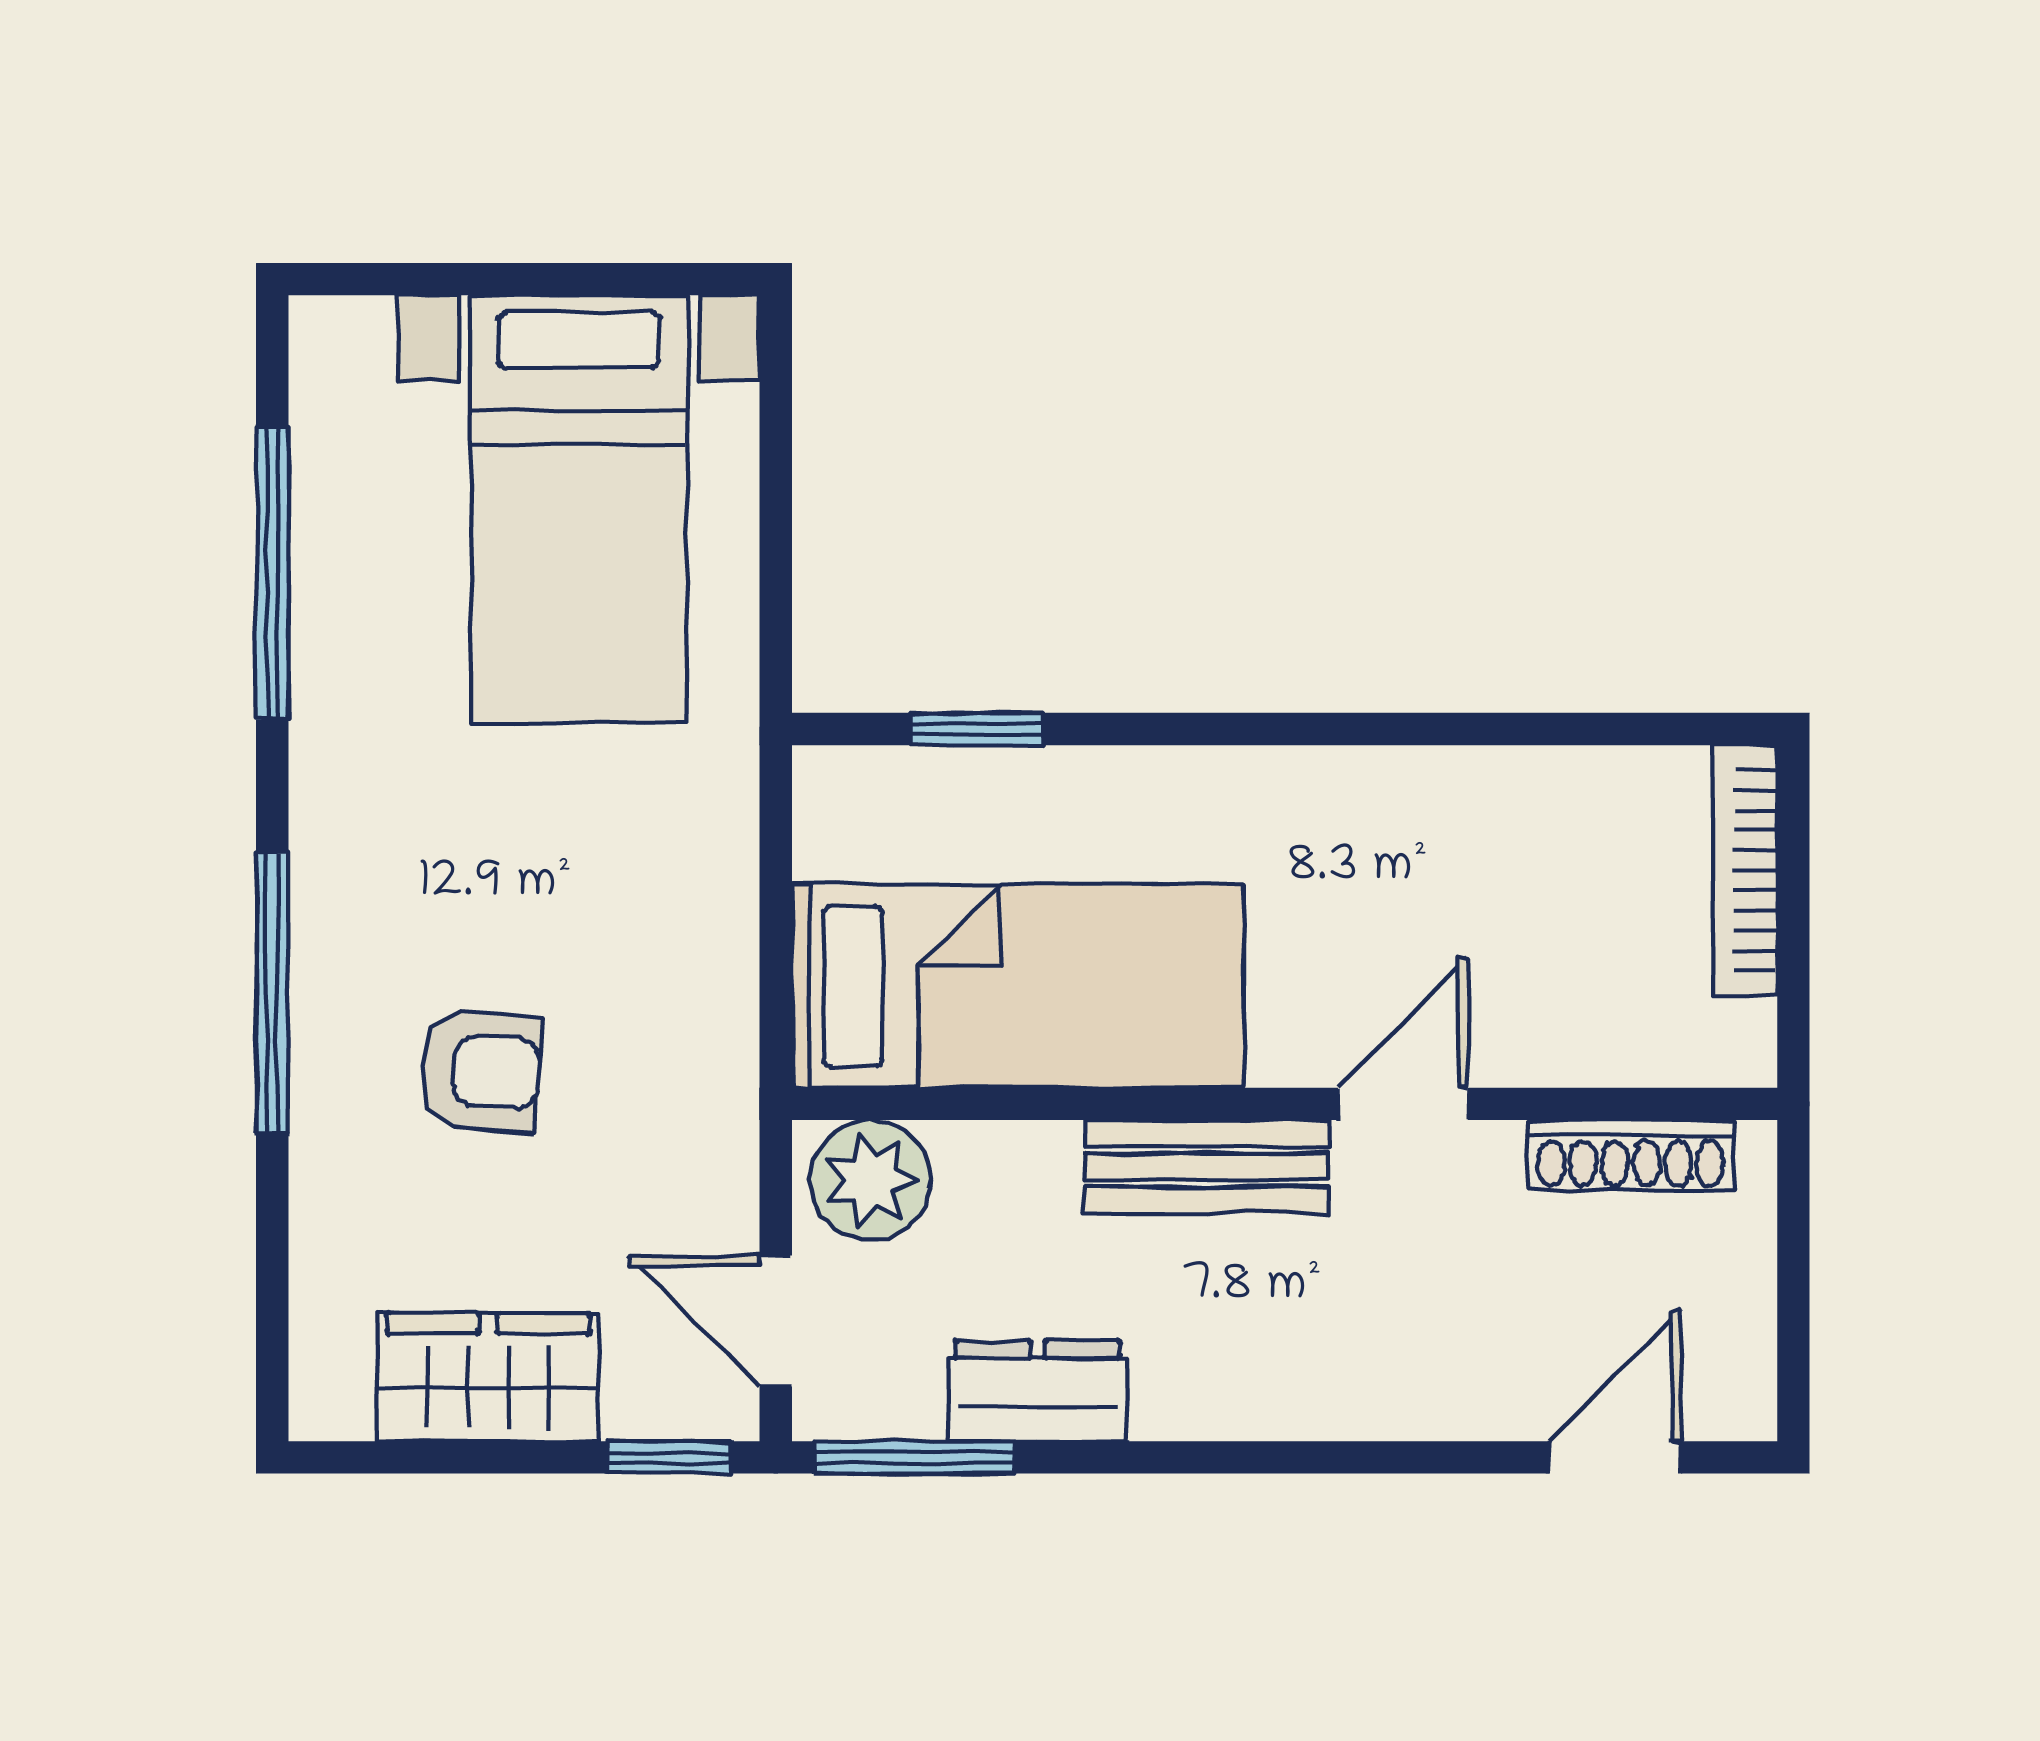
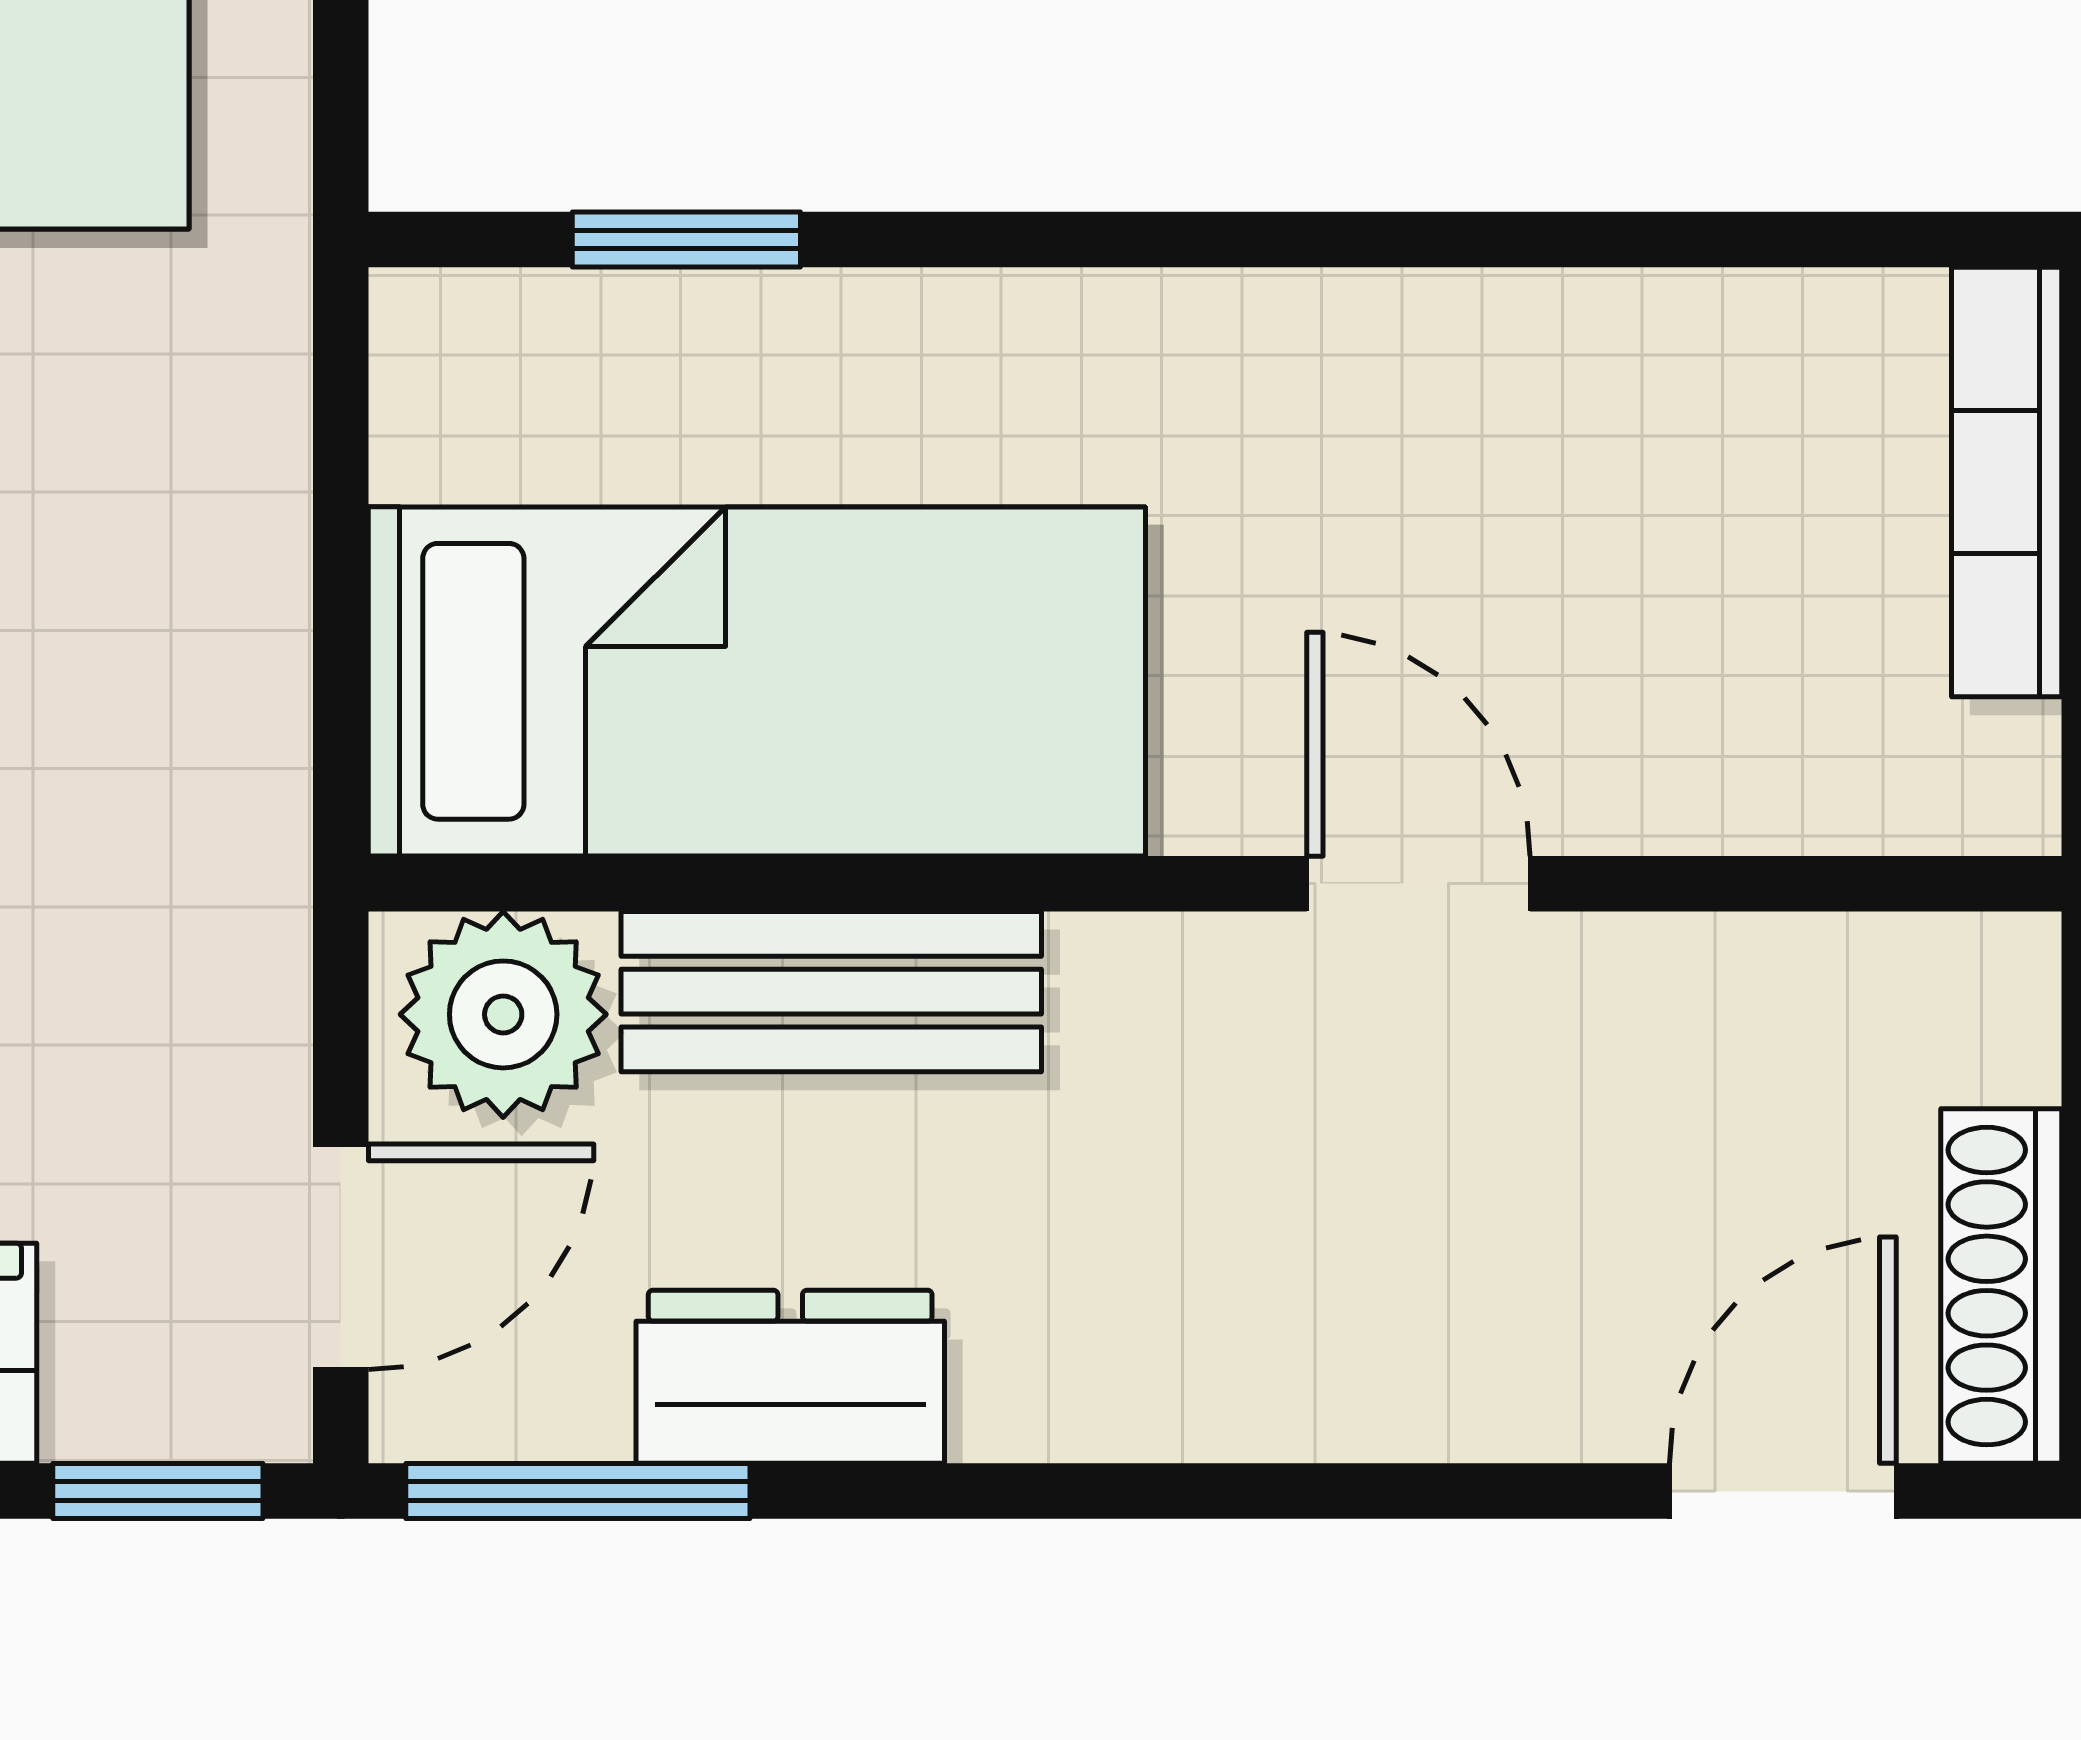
door: (1403, 1104) -> (1418, 884), hinge flipped
shoe rack: (1631, 1155) -> (2001, 1286), moved, turned 90
bench: (1207, 1167) -> (831, 992), moved
door: (776, 1321) -> (341, 1257), swing flipped

